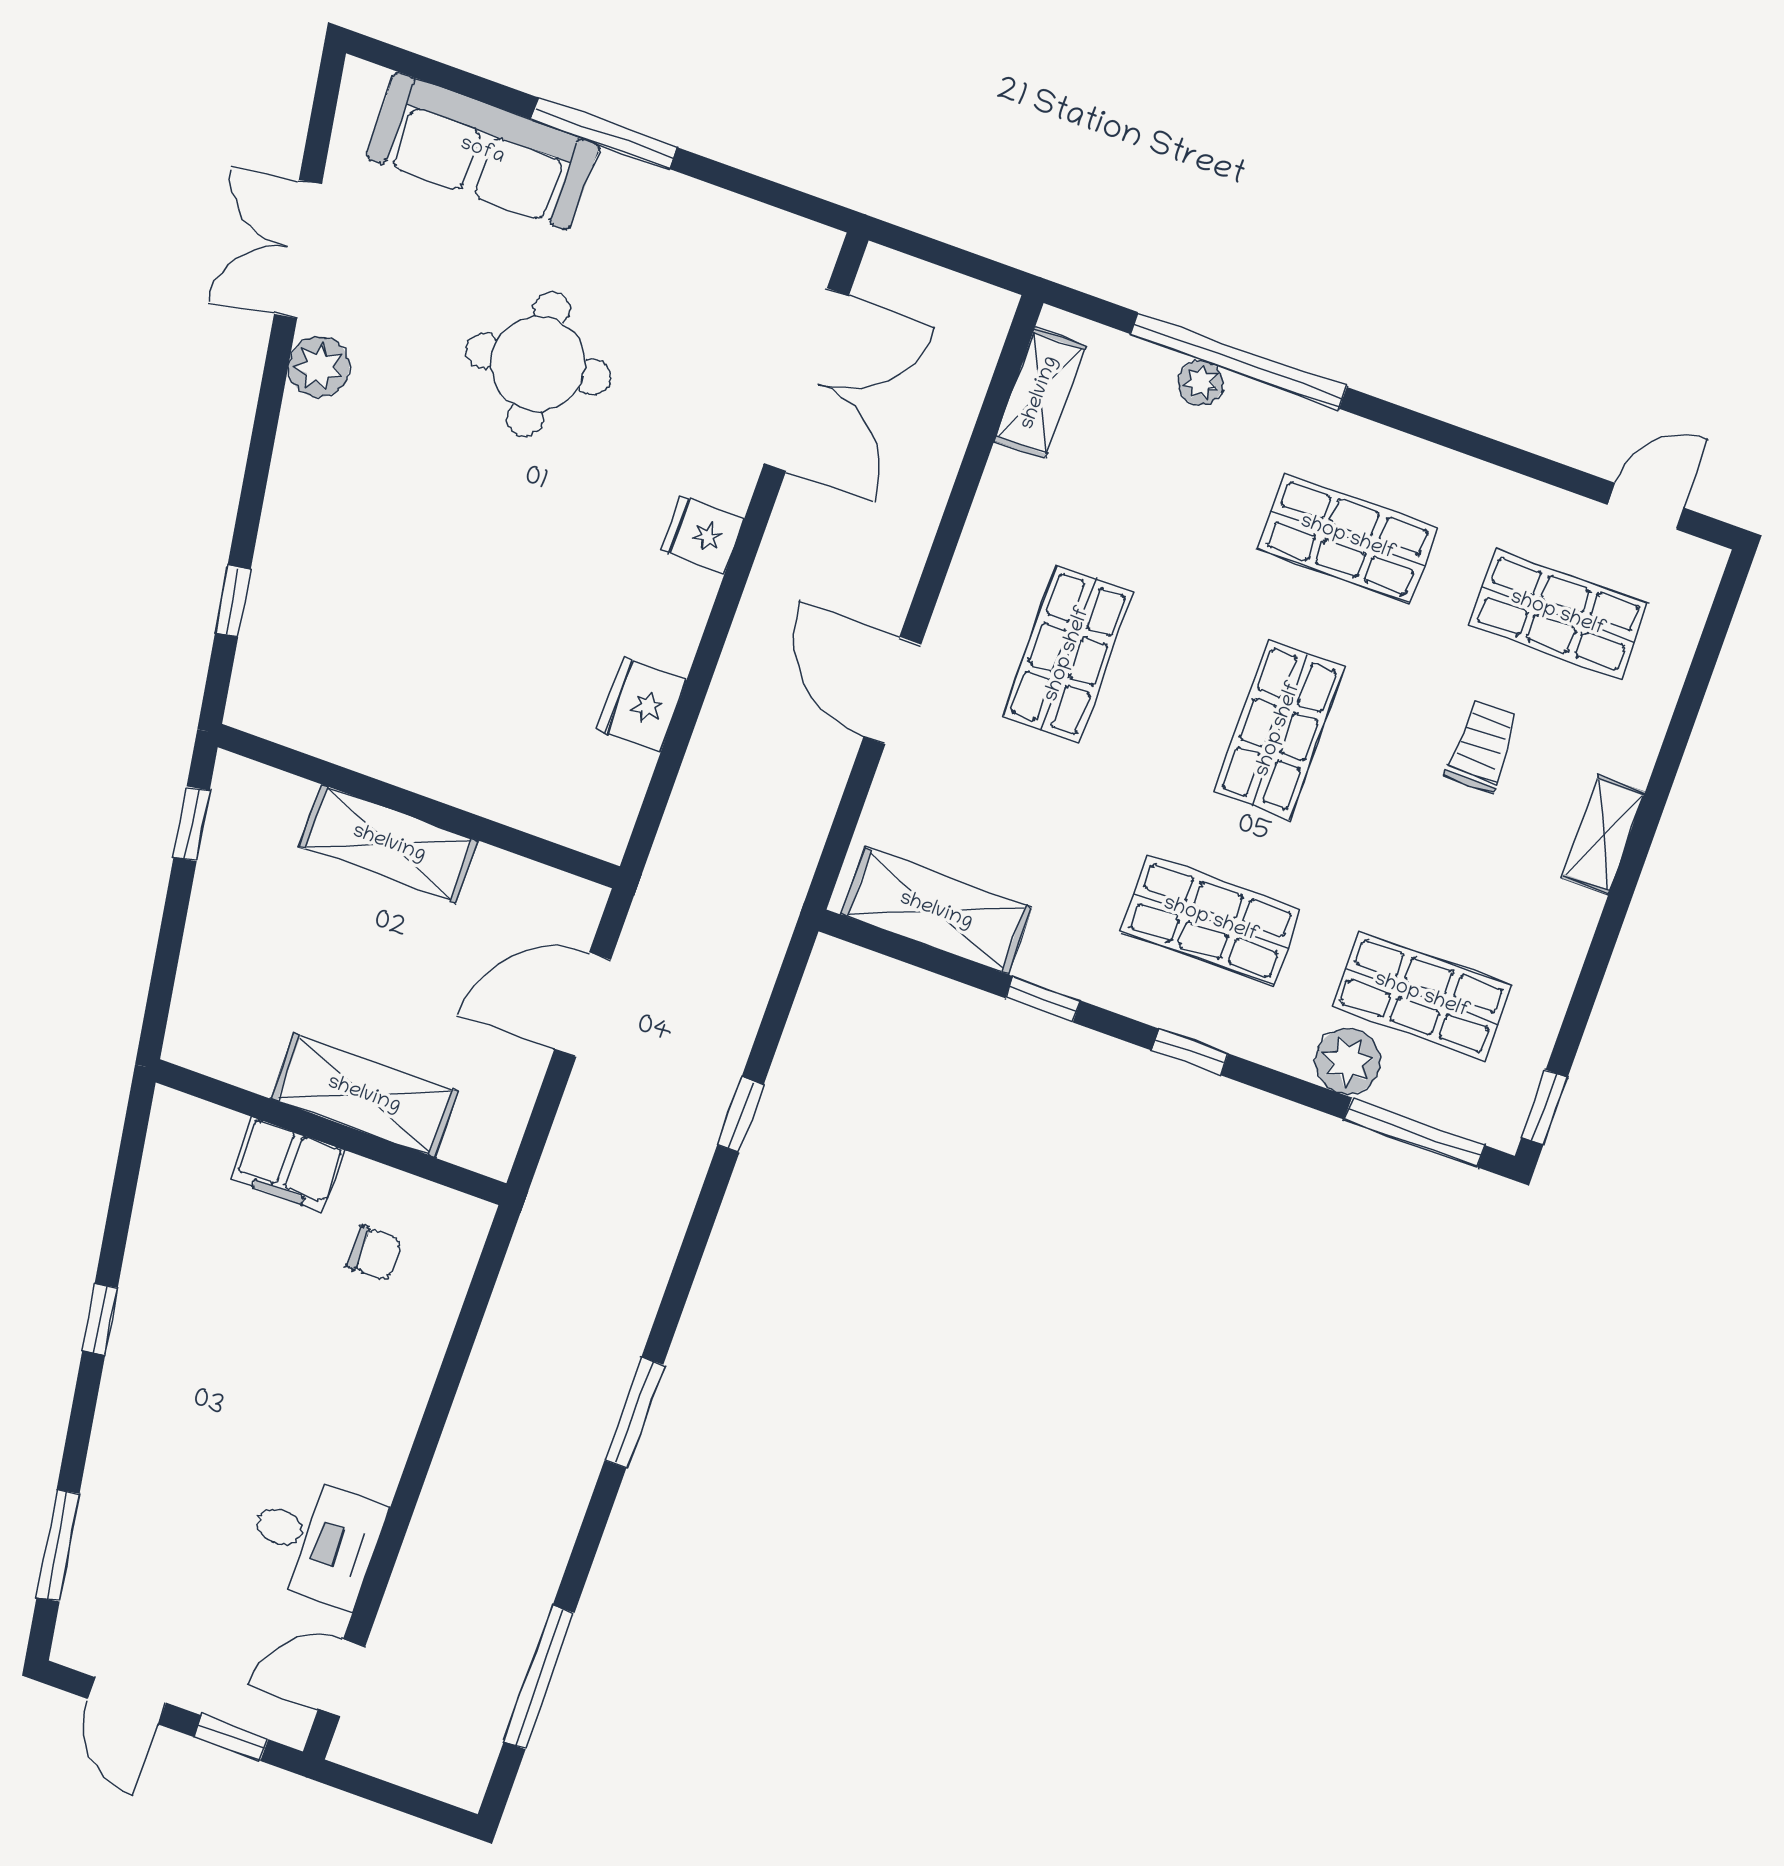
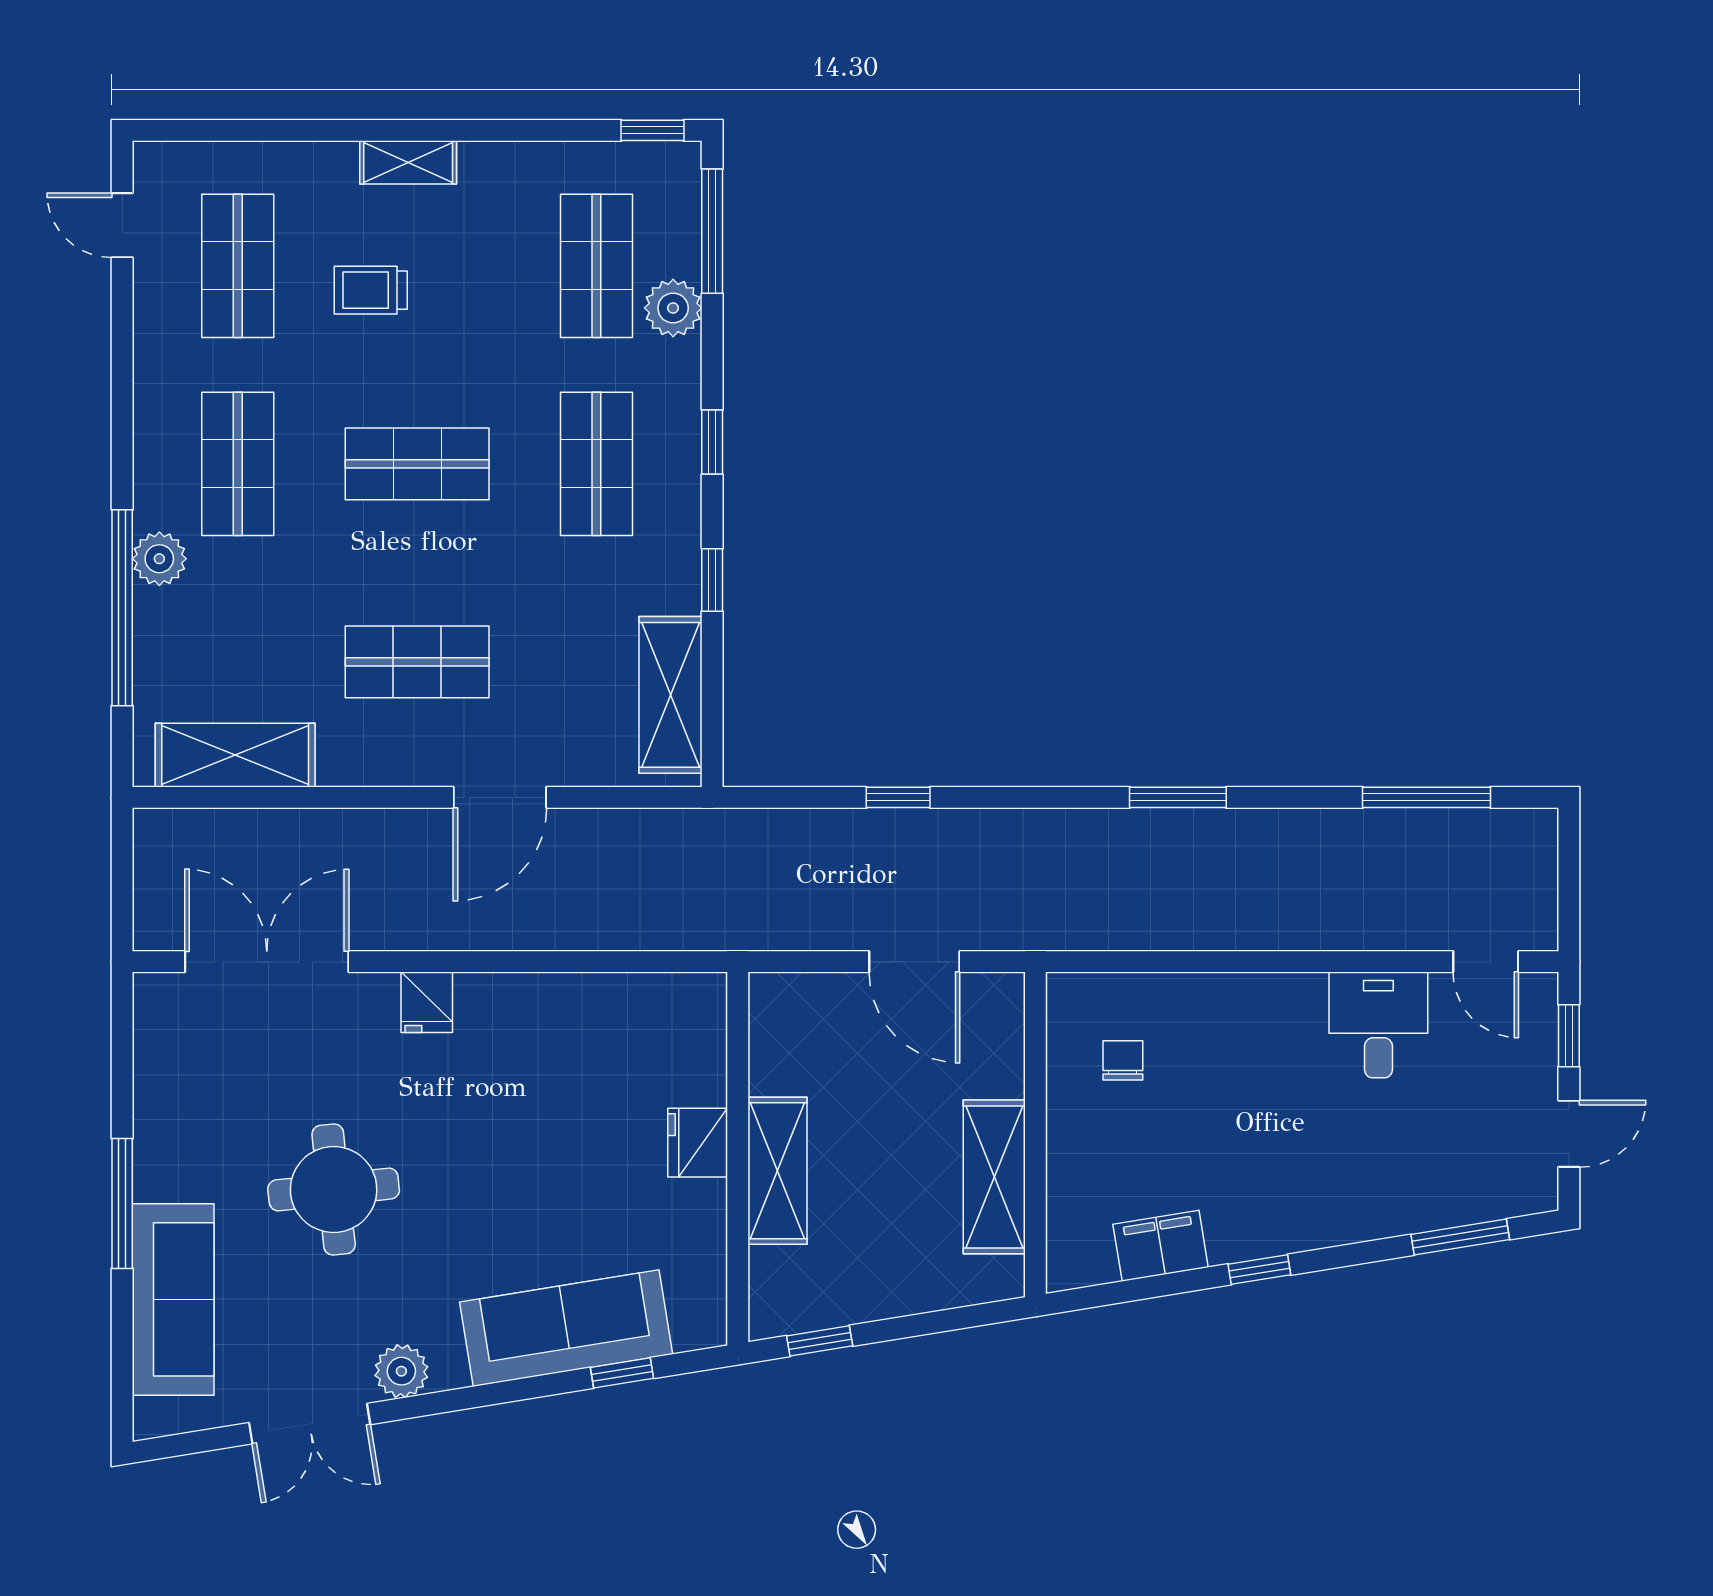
plant: (1201, 383) -> (159, 559), moved, width x1.38, depth x1.38
shelving: (1040, 393) -> (235, 755), width x1.50, depth x1.33
sofa: (302, 559) -> (566, 1328), added
fridge: (642, 705) -> (698, 1143), moved, turned 90
door: (583, 1005) -> (914, 962), moved
shelving: (364, 1095) -> (994, 1177), moved
filing cabinet: (288, 1165) -> (1161, 1246), moved, turned -99

